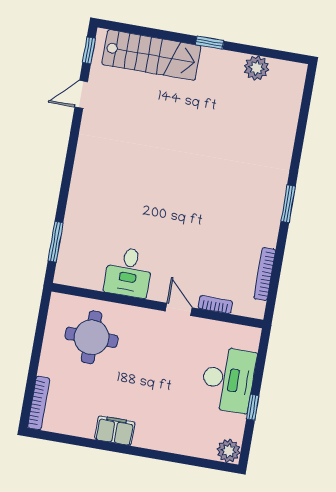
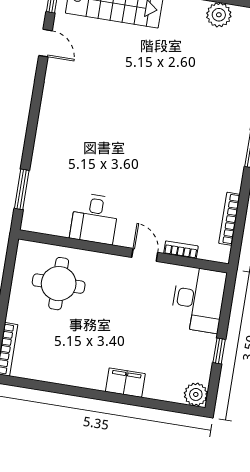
door: (81, 94) -> (46, 43), swing flipped
desk: (228, 379) -> (198, 299), moved
filing cabinet: (115, 431) -> (125, 383), moved

